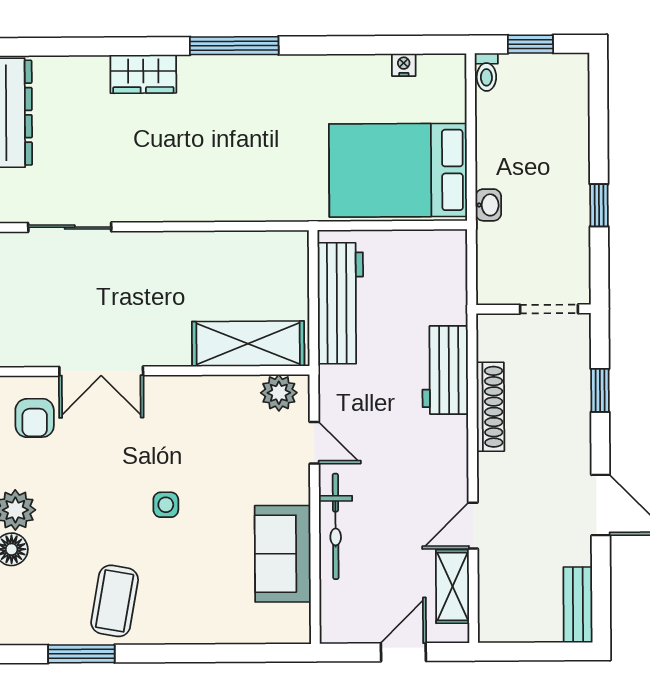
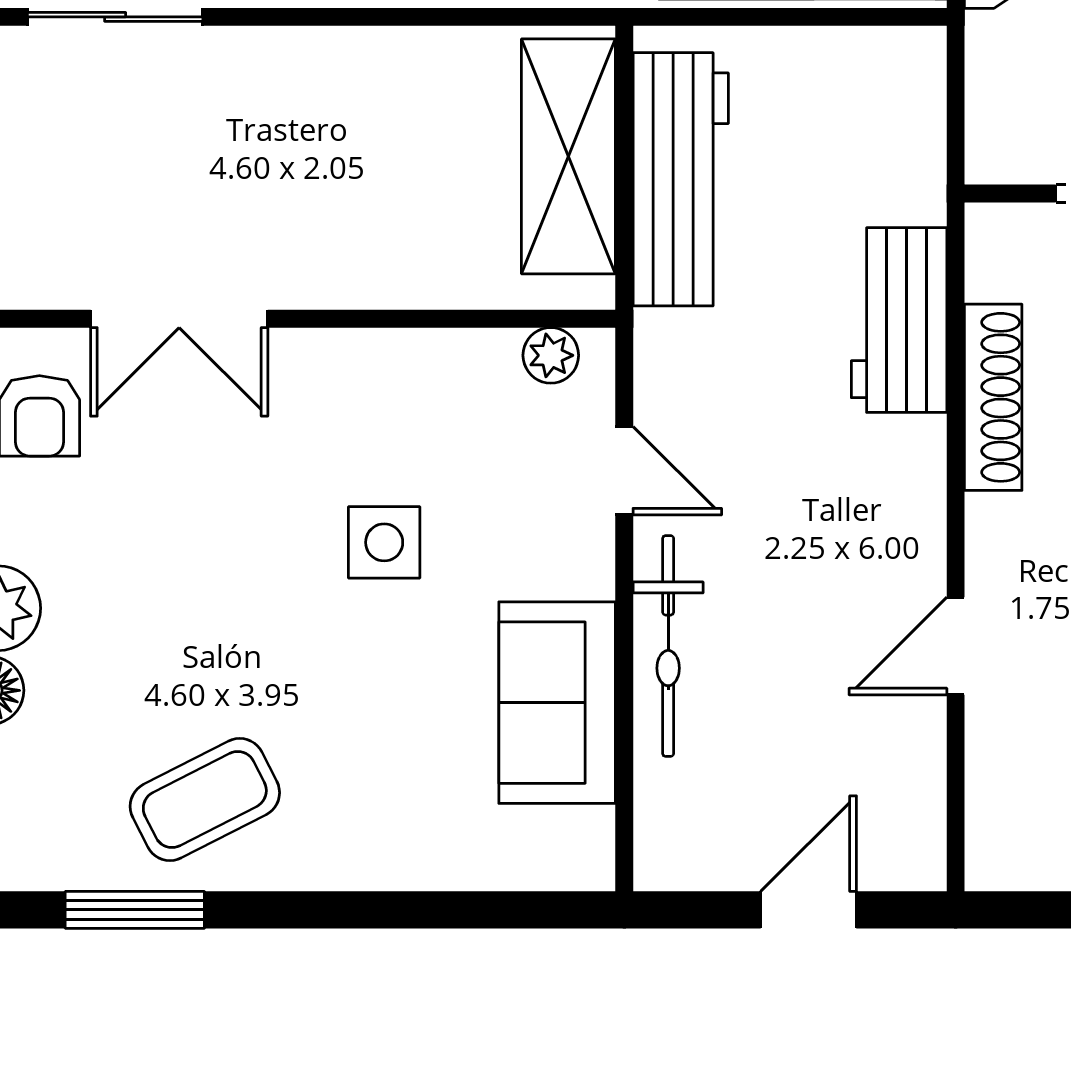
shelving: (248, 344) -> (568, 156), moved, turned 90
plant: (279, 393) -> (551, 355), width x0.73, depth x0.73
side table: (166, 505) -> (384, 542), moved, width x1.37, depth x1.37
shelving: (453, 586) -> (912, 773), removed
coffee table: (115, 601) -> (205, 799), turned 53

